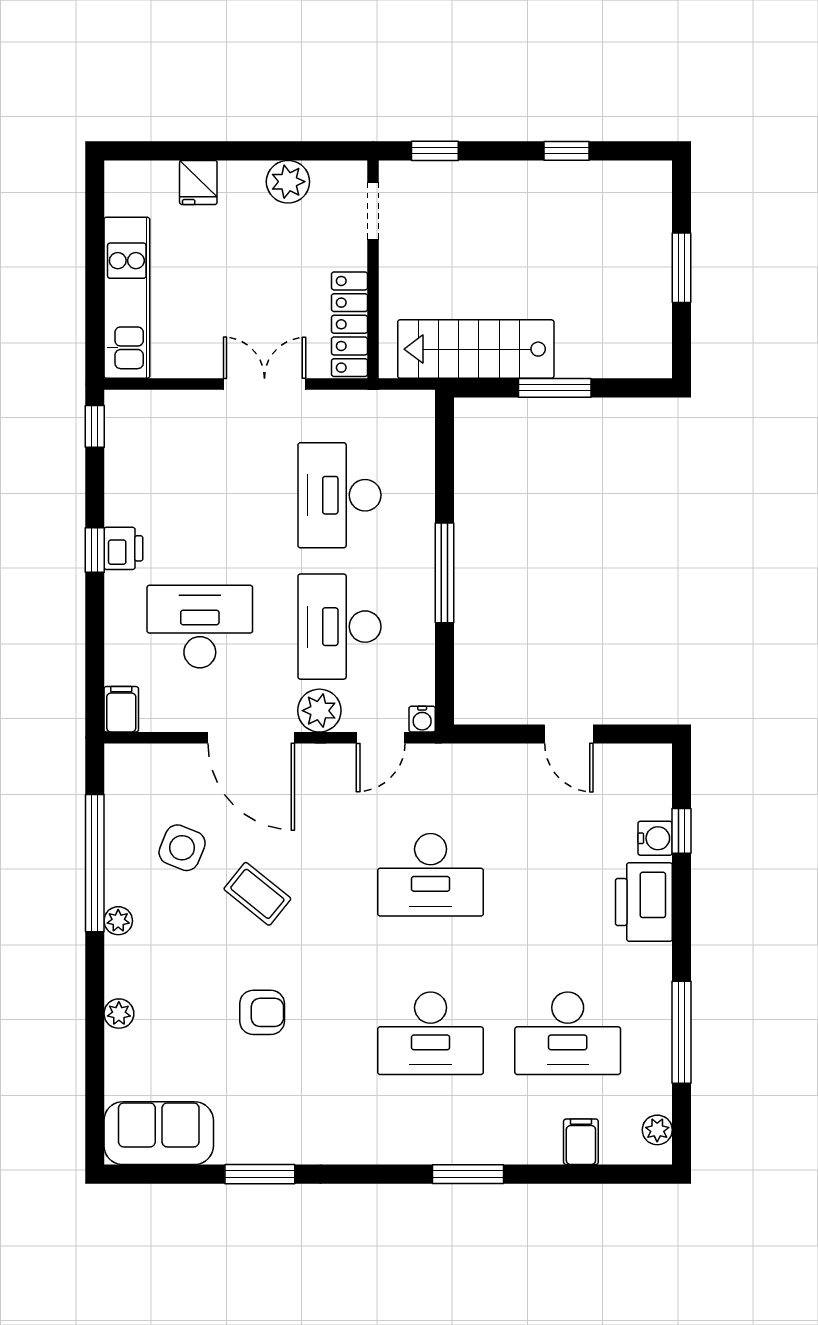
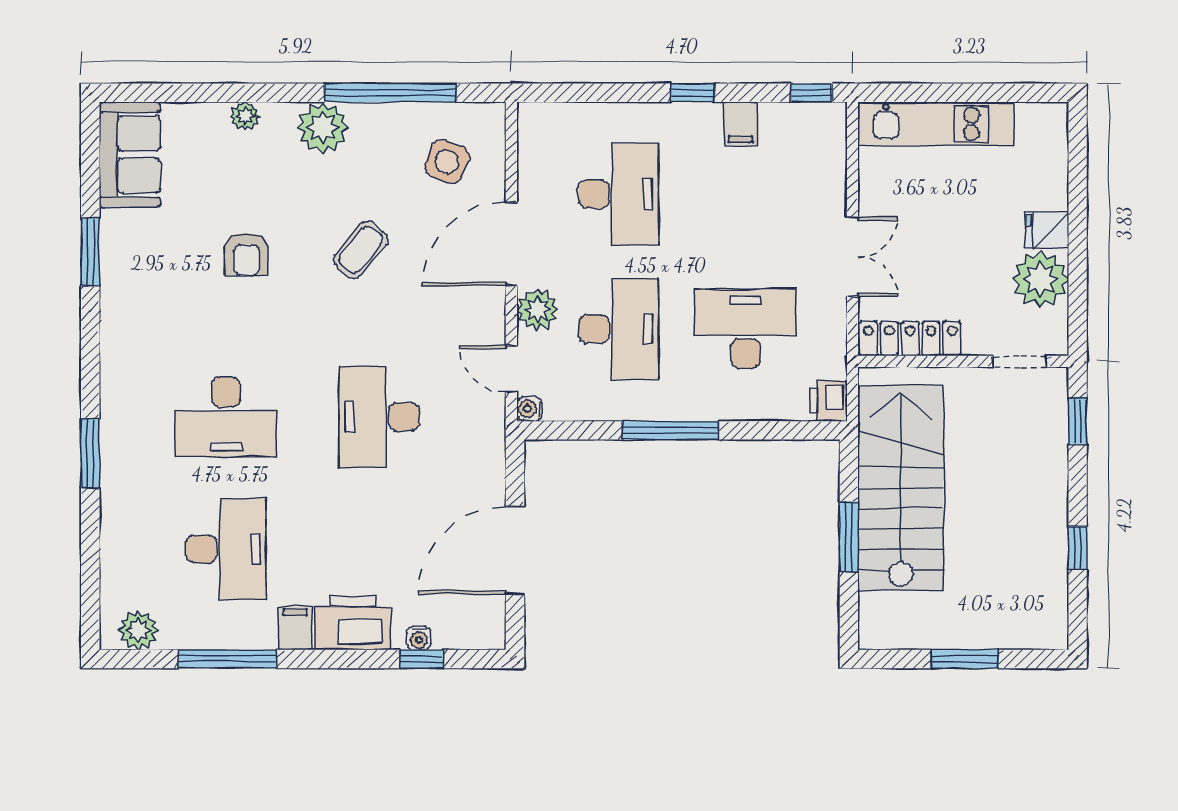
fridge: (198, 182) -> (1047, 230), moved
plant: (288, 182) -> (1040, 279), width x1.36, depth x1.36
stairs: (476, 349) -> (901, 488), width x1.36, depth x1.51
printer: (123, 548) -> (828, 401), moved, turned 90
desk: (339, 627) -> (619, 329), turned 90
filing cabinet: (121, 709) -> (740, 124), moved, turned 90
door: (569, 734) -> (515, 550), width x1.88
water cooler: (655, 838) -> (419, 638), width x0.72, depth x0.72
side table: (182, 848) -> (447, 162), moved
plant: (118, 921) -> (323, 127), width x1.88, depth x1.88
desk: (431, 1033) -> (226, 417), turned -90
desk: (568, 1033) -> (226, 549), turned 180
plant: (657, 1130) -> (138, 630), width x1.38, depth x1.38
filing cabinet: (581, 1142) -> (295, 628), moved, turned -90

